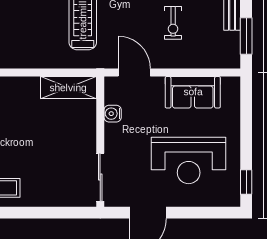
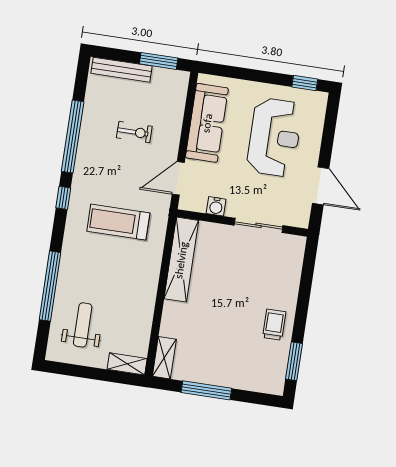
shelving: (68, 88) -> (181, 260), width x1.47
sofa: (193, 92) -> (207, 123), width x1.36
sliding door: (100, 177) -> (258, 225), moved

